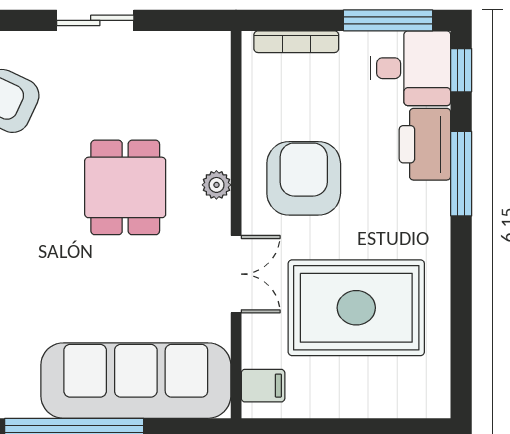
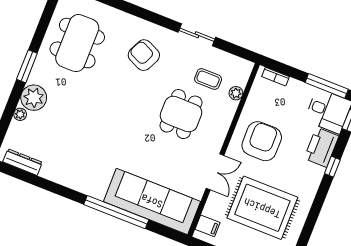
bookcase: (296, 42) -> (276, 77), width x0.64
coffee table: (151, 98) -> (208, 79), added
window: (461, 174) -> (332, 167), width x0.46
plant: (216, 185) -> (236, 93), moved

